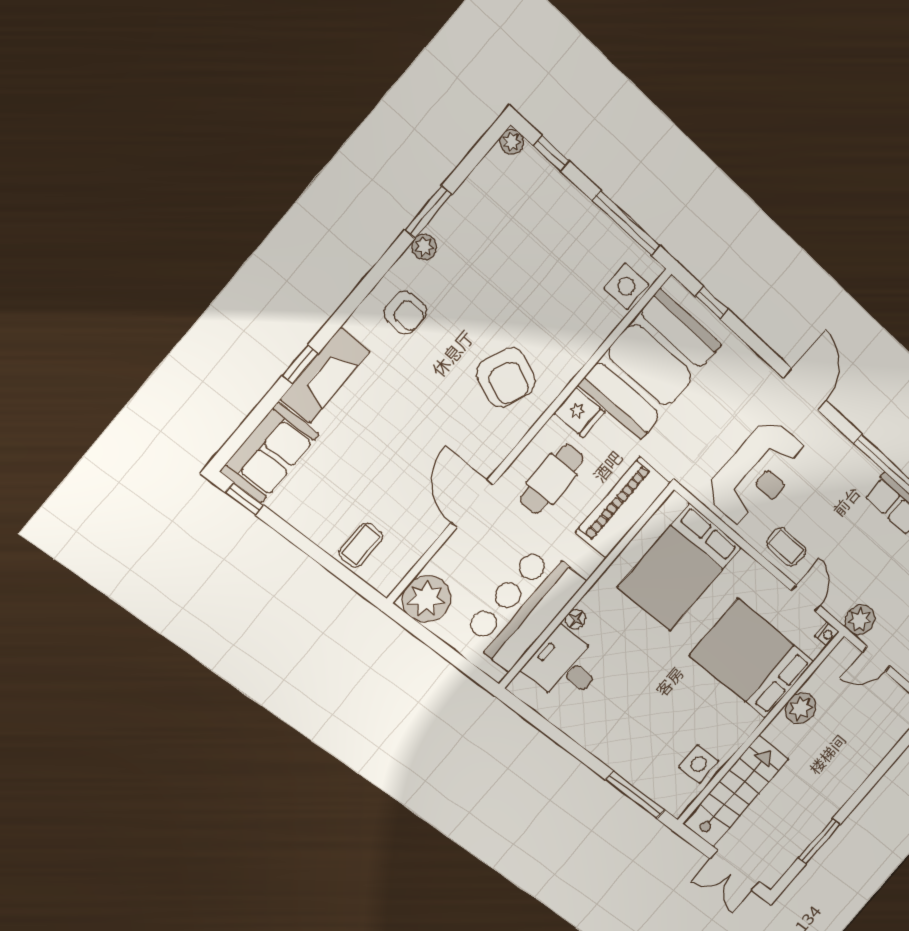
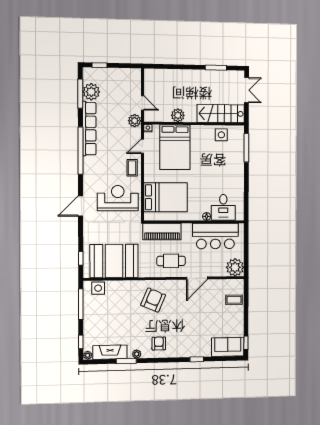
fireplace: (325, 375) -> (110, 352), moved
fridge: (579, 413) -> (145, 270), removed

